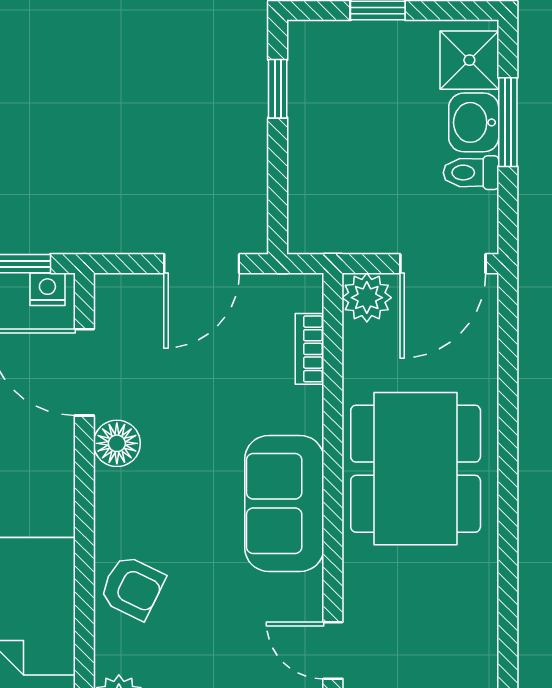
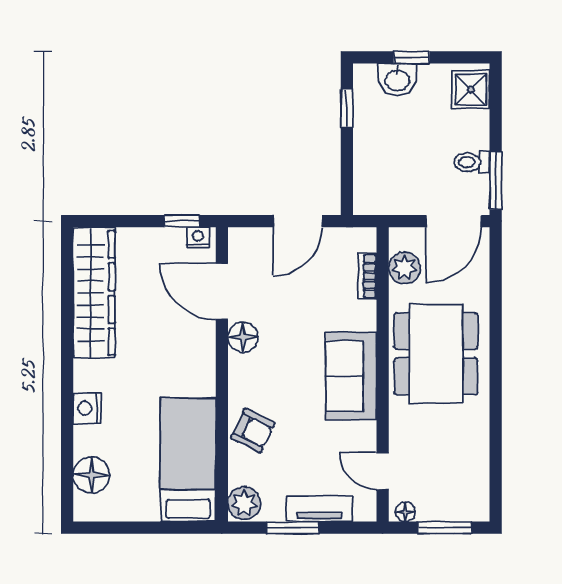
washbasin: (474, 122) -> (397, 79), moved, turned -90
window: (508, 122) -> (496, 181), moved
plant: (367, 298) -> (404, 268), moved

